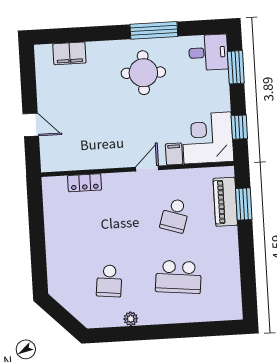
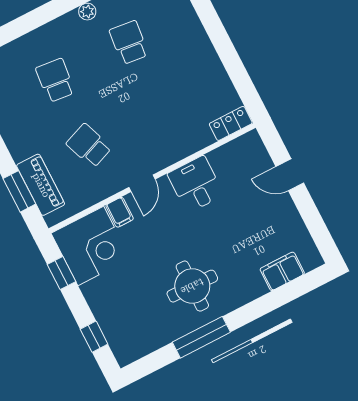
desk: (208, 52) -> (196, 184), moved, turned 90
window: (236, 67) -> (94, 337), width x0.67
locker: (85, 183) -> (231, 123), moved
school desk: (175, 215) -> (89, 146), turned -39
school desk: (178, 277) -> (55, 80), width x0.54

